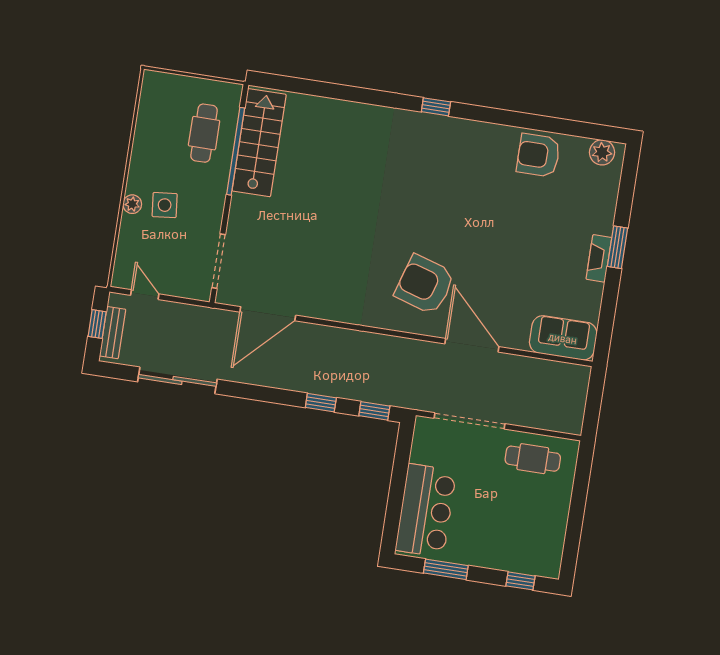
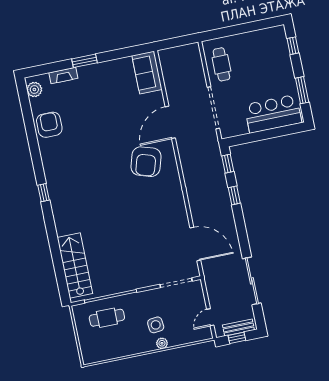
stairs: (259, 143) -> (75, 265), moved, turned 90
armchair: (538, 155) -> (49, 125), turned 180
fireplace: (599, 258) -> (63, 75), moved

